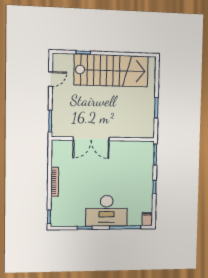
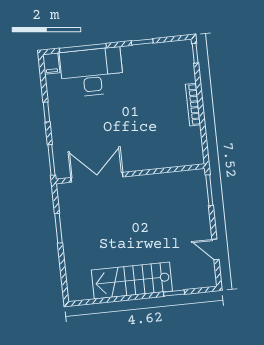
stairs: (111, 71) -> (132, 281), width x0.73, depth x0.66
door: (51, 79) -> (215, 250), hinge flipped
double door: (91, 139) -> (97, 177), moved
desk: (107, 211) -> (92, 72), moved

